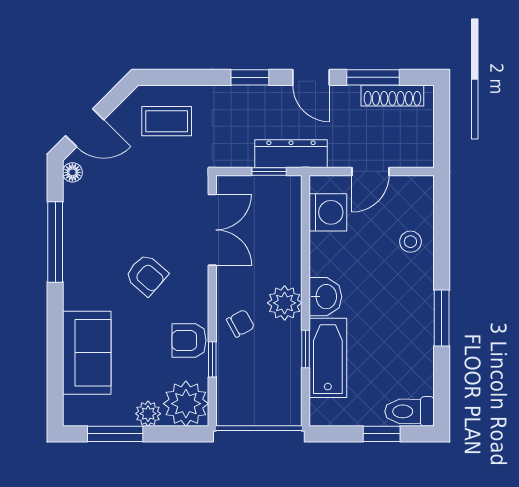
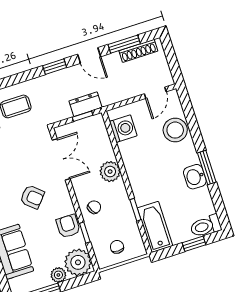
dresser: (291, 154) -> (86, 104), width x0.70
door: (370, 171) -> (155, 93), moved
stool: (410, 242) -> (175, 130), width x1.89, depth x1.89
washbasin: (325, 297) -> (195, 177), moved, turned 180
plant: (285, 303) -> (110, 172), moved
armchair: (189, 340) -> (68, 226), turned 90
bathtub: (328, 358) -> (155, 227), moved
chair: (257, 399) -> (117, 247), added

